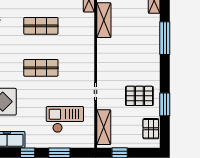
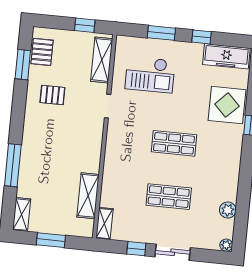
pallet: (139, 96) -> (52, 95), width x0.67, depth x0.71
window: (165, 104) -> (23, 65), moved

